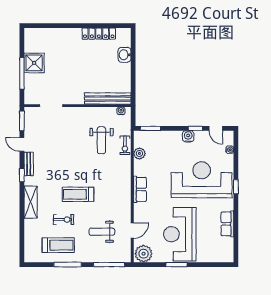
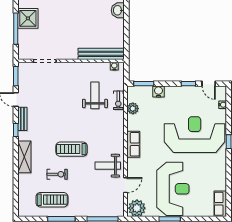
water cooler: (188, 136) -> (158, 91), moved
weight bench: (101, 140) -> (95, 95), turned 180
row of seats: (227, 224) -> (220, 204), moved
weight bench: (102, 232) -> (108, 166), moved
reception desk: (180, 234) -> (173, 189), turned 180

